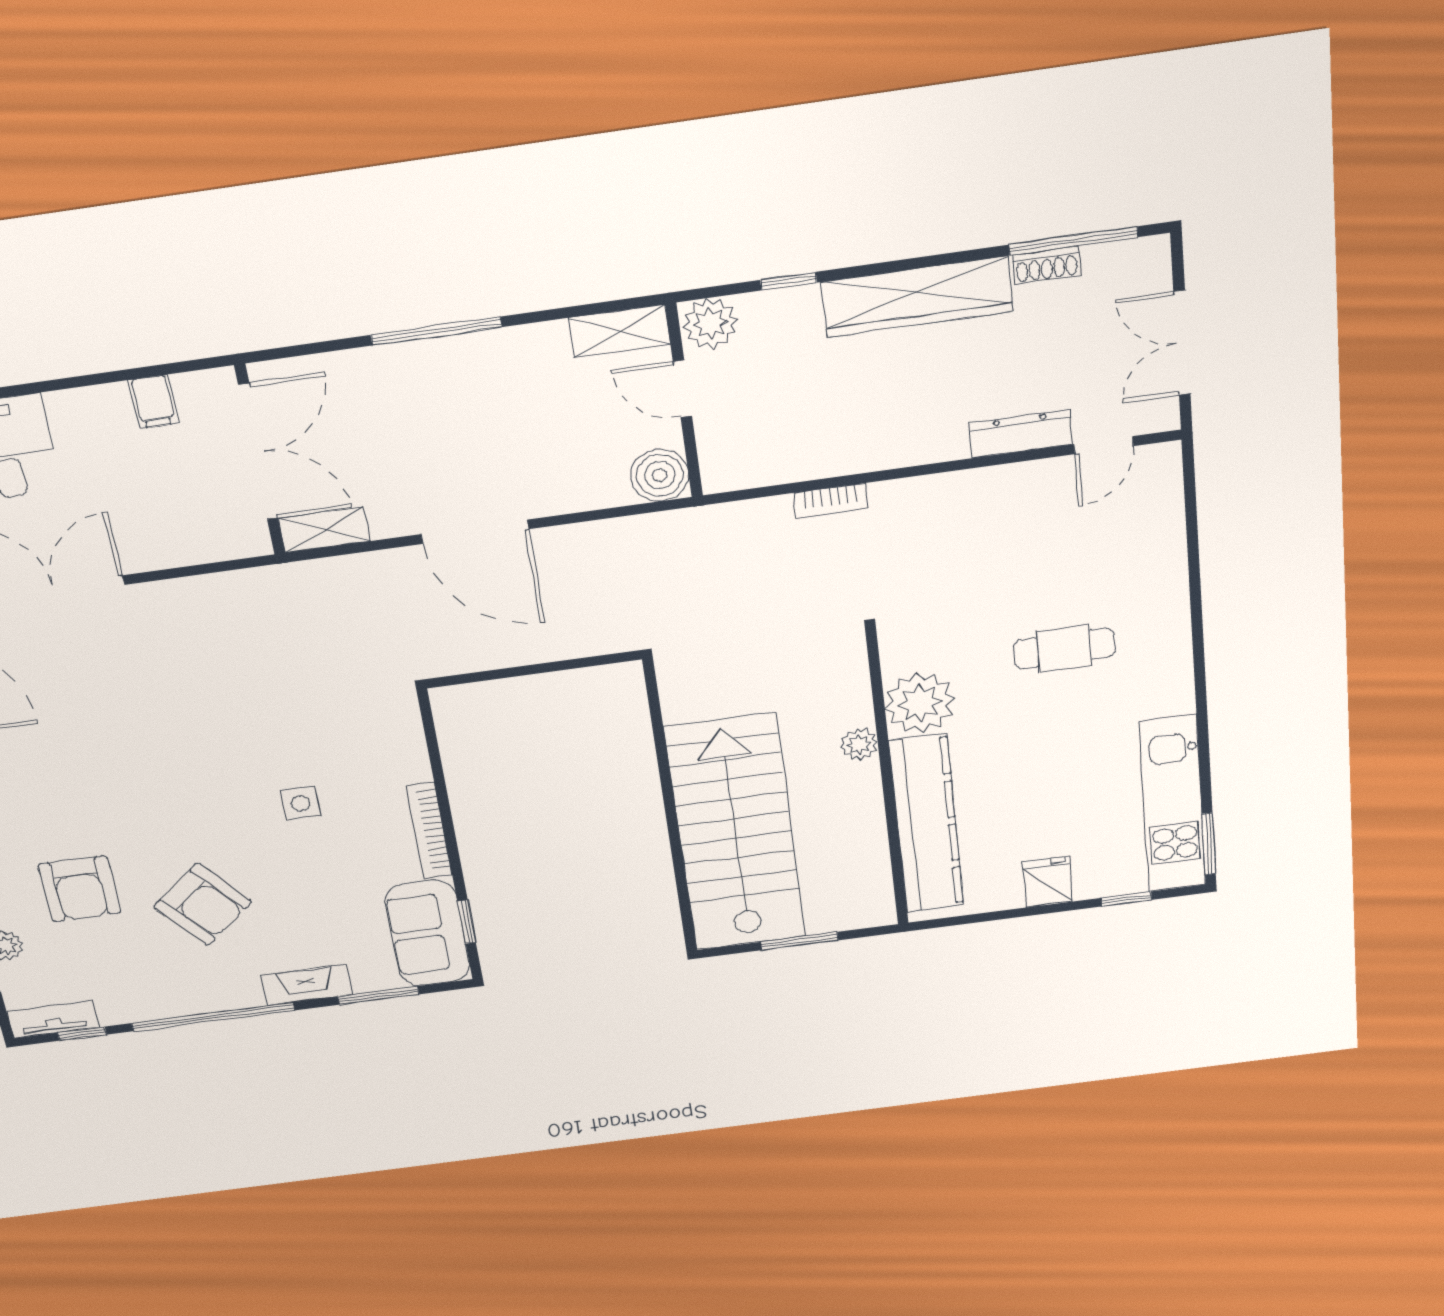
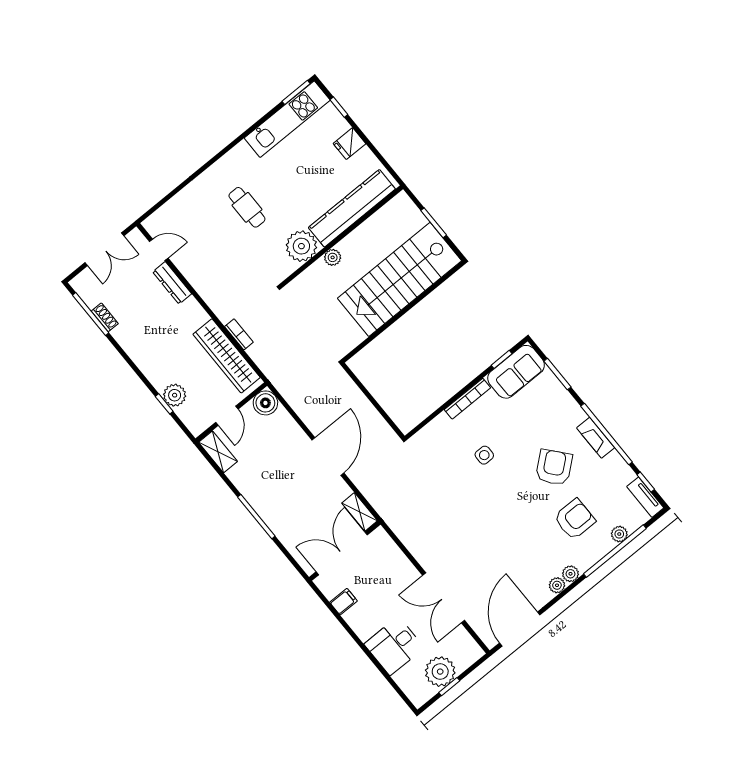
wardrobe: (917, 297) -> (227, 356), moved, turned 180
plant: (710, 323) -> (175, 395), moved
fireplace: (306, 985) -> (596, 438), moved

